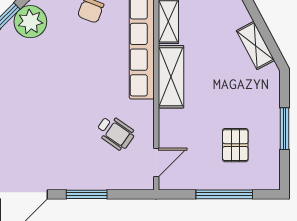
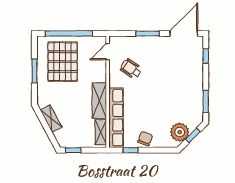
pallet: (235, 145) -> (63, 62), width x2.05, depth x2.00
window: (224, 194) -> (69, 33), width x1.46

